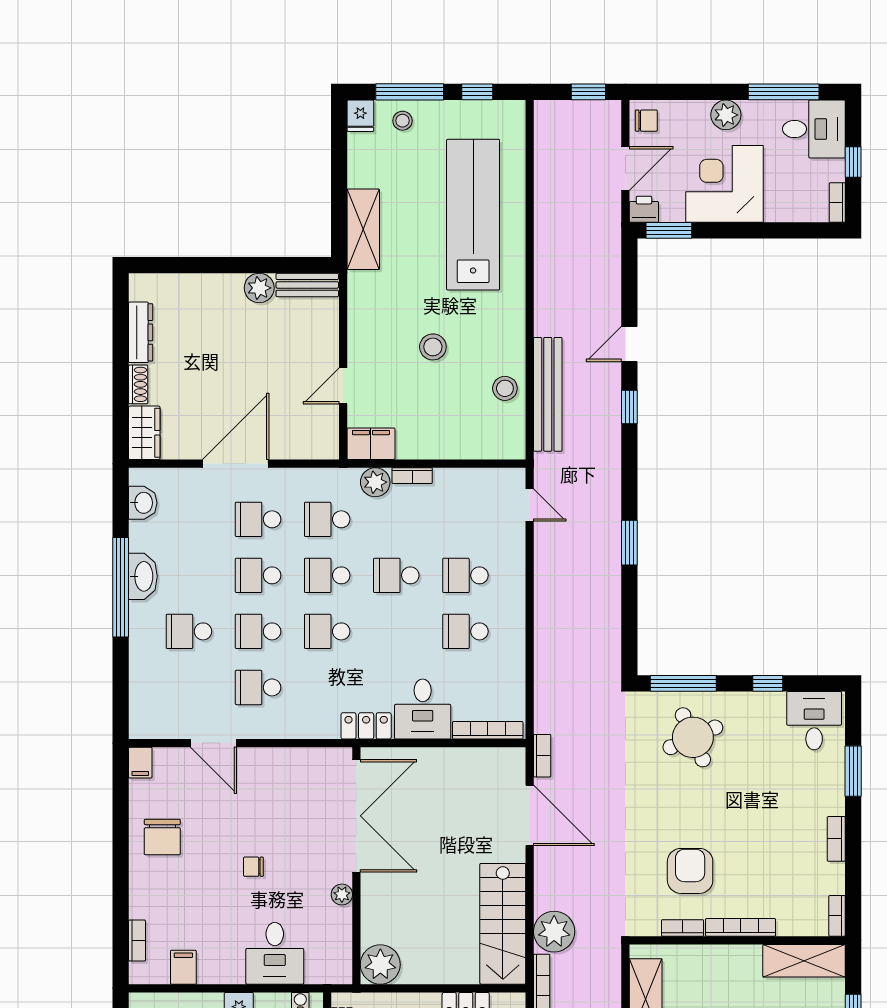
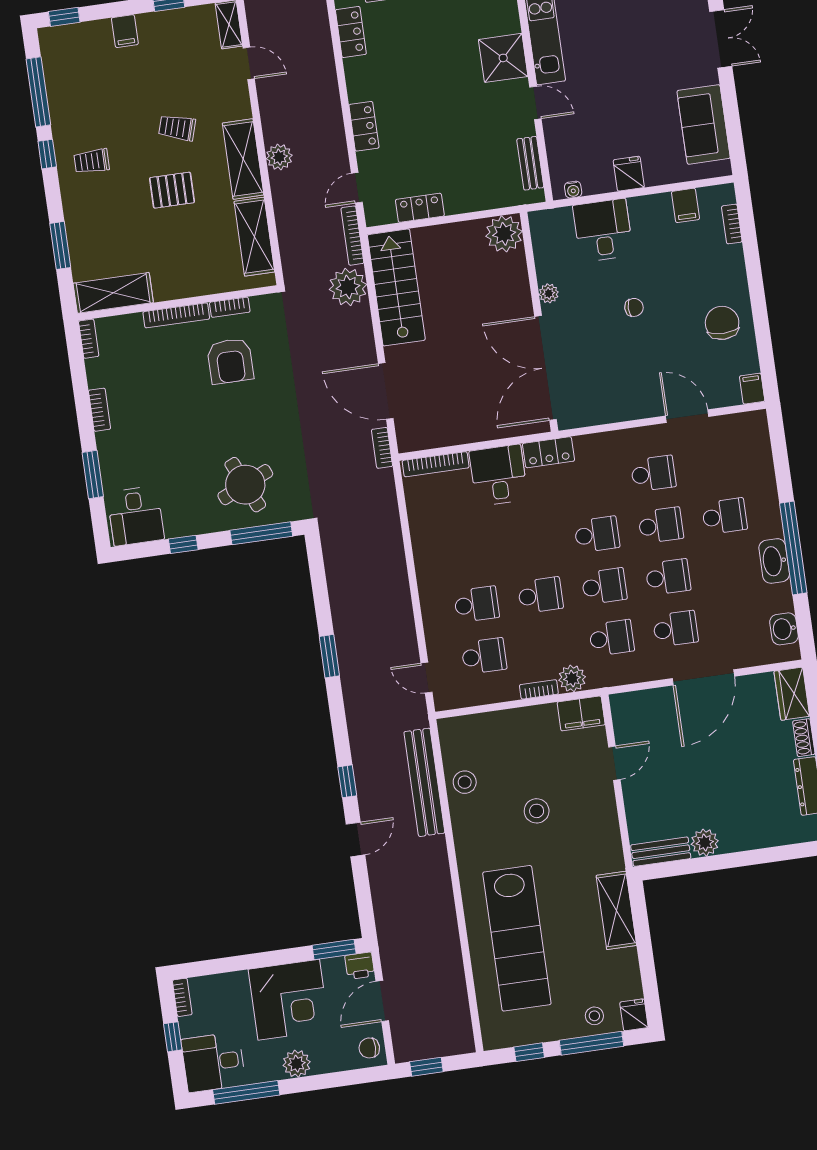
school desk: (465, 631) -> (484, 656), moved

